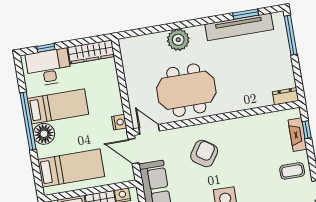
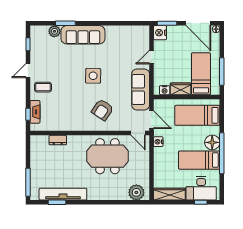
plant: (178, 40) -> (136, 192), moved
dresser: (286, 96) -> (58, 140), moved

